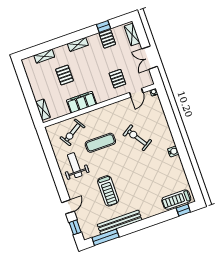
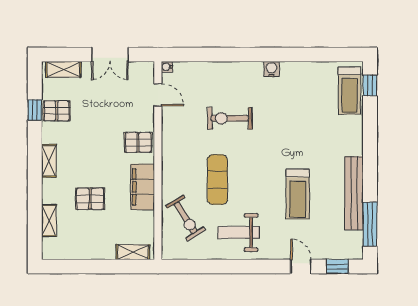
pallet: (117, 79) -> (138, 142), moved
exercise bike: (137, 138) -> (230, 118), turned 33
treadmill: (108, 191) -> (298, 194), turned 90

